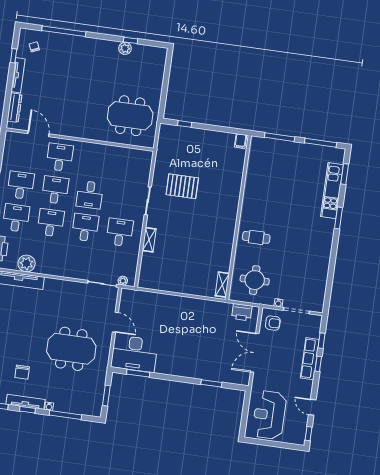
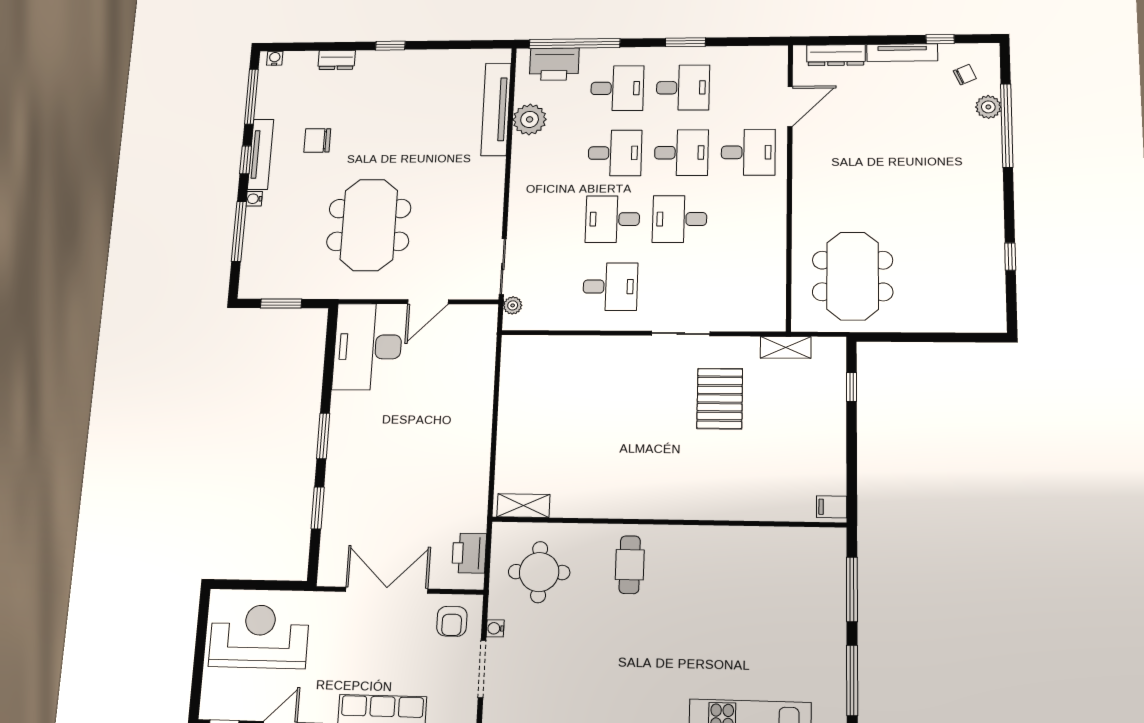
plant: (125, 48) -> (988, 107), moved
desk: (85, 228) -> (613, 219), turned 180
shelving: (149, 240) -> (786, 347), moved
window: (138, 373) -> (323, 436), moved

